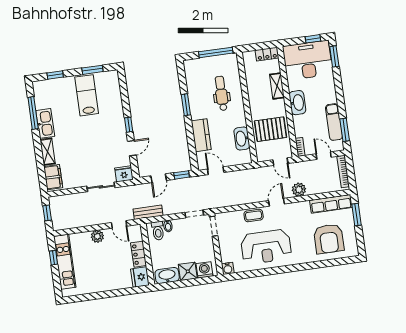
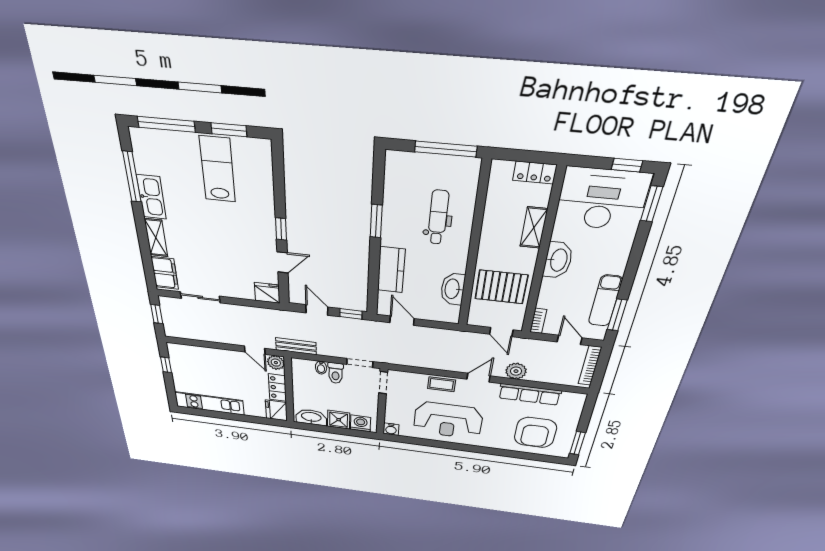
window: (55, 75) -> (166, 124), width x2.17
door: (159, 178) -> (317, 310), swing flipped
sliding door: (101, 187) -> (200, 297), moved
row of seats: (331, 204) -> (530, 394), moved
window: (357, 215) -> (577, 443), moved
toilet: (158, 231) -> (336, 373), moved
plant: (97, 236) -> (276, 363), moved
kitchen unit: (65, 262) -> (209, 403), moved, turned -90

